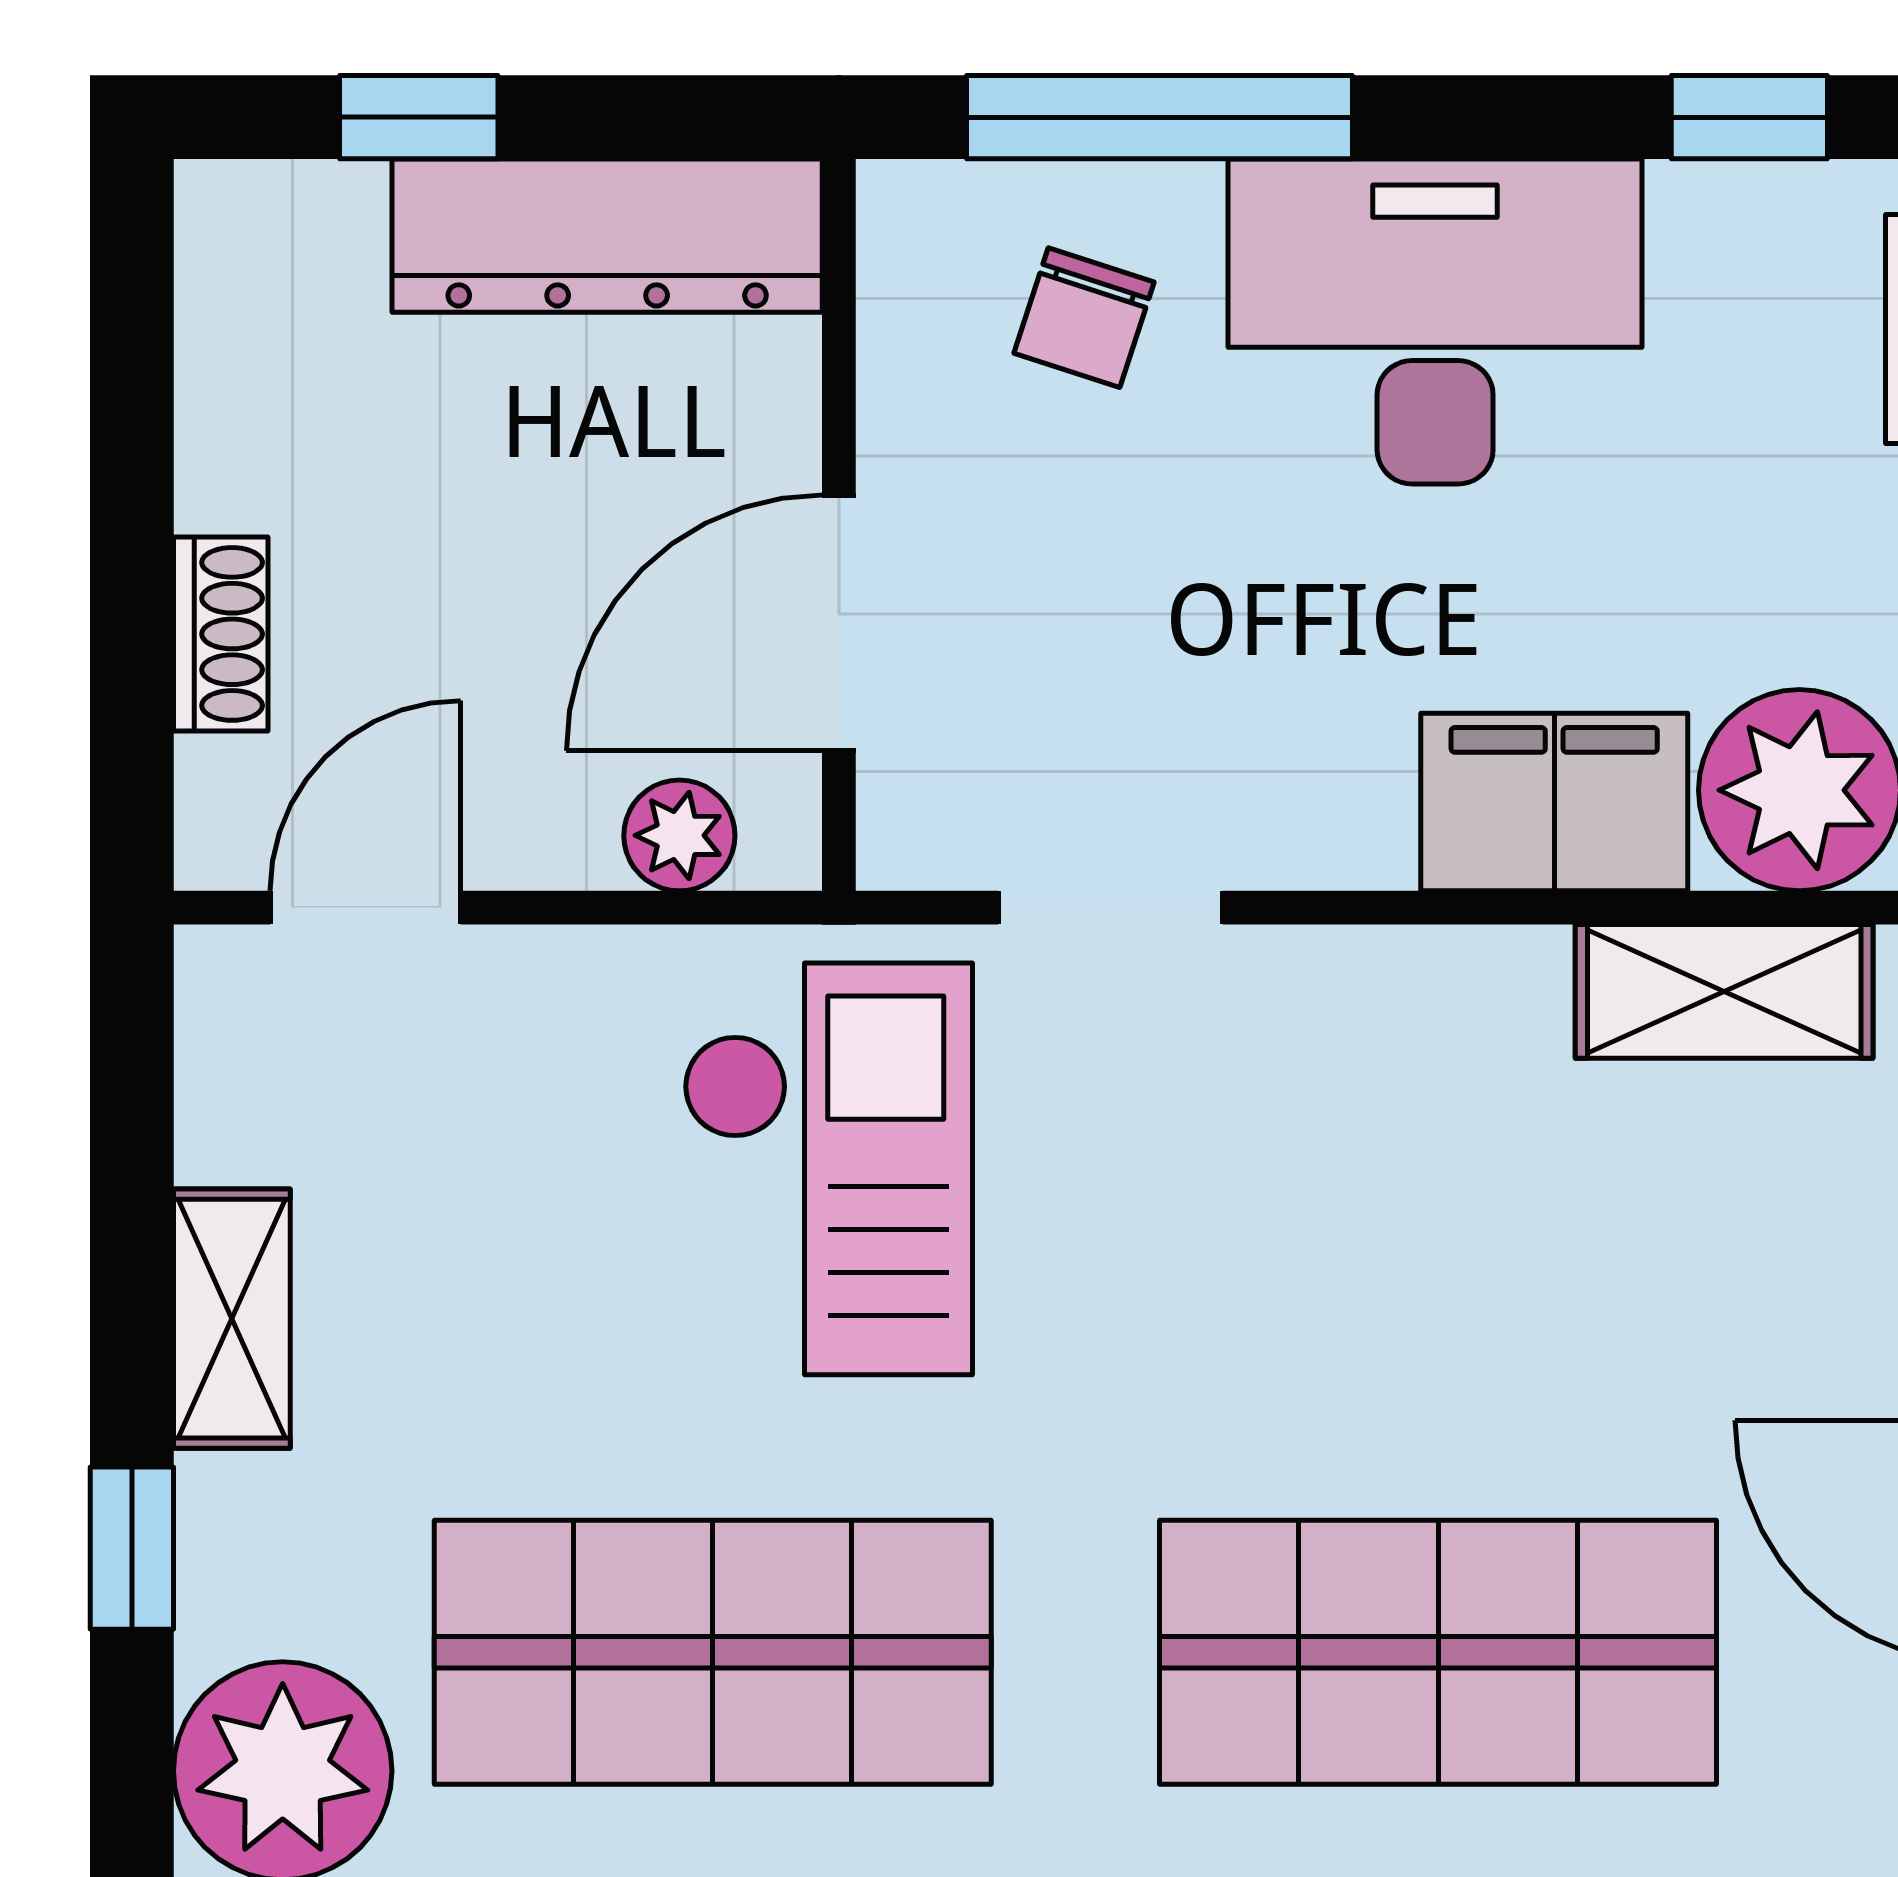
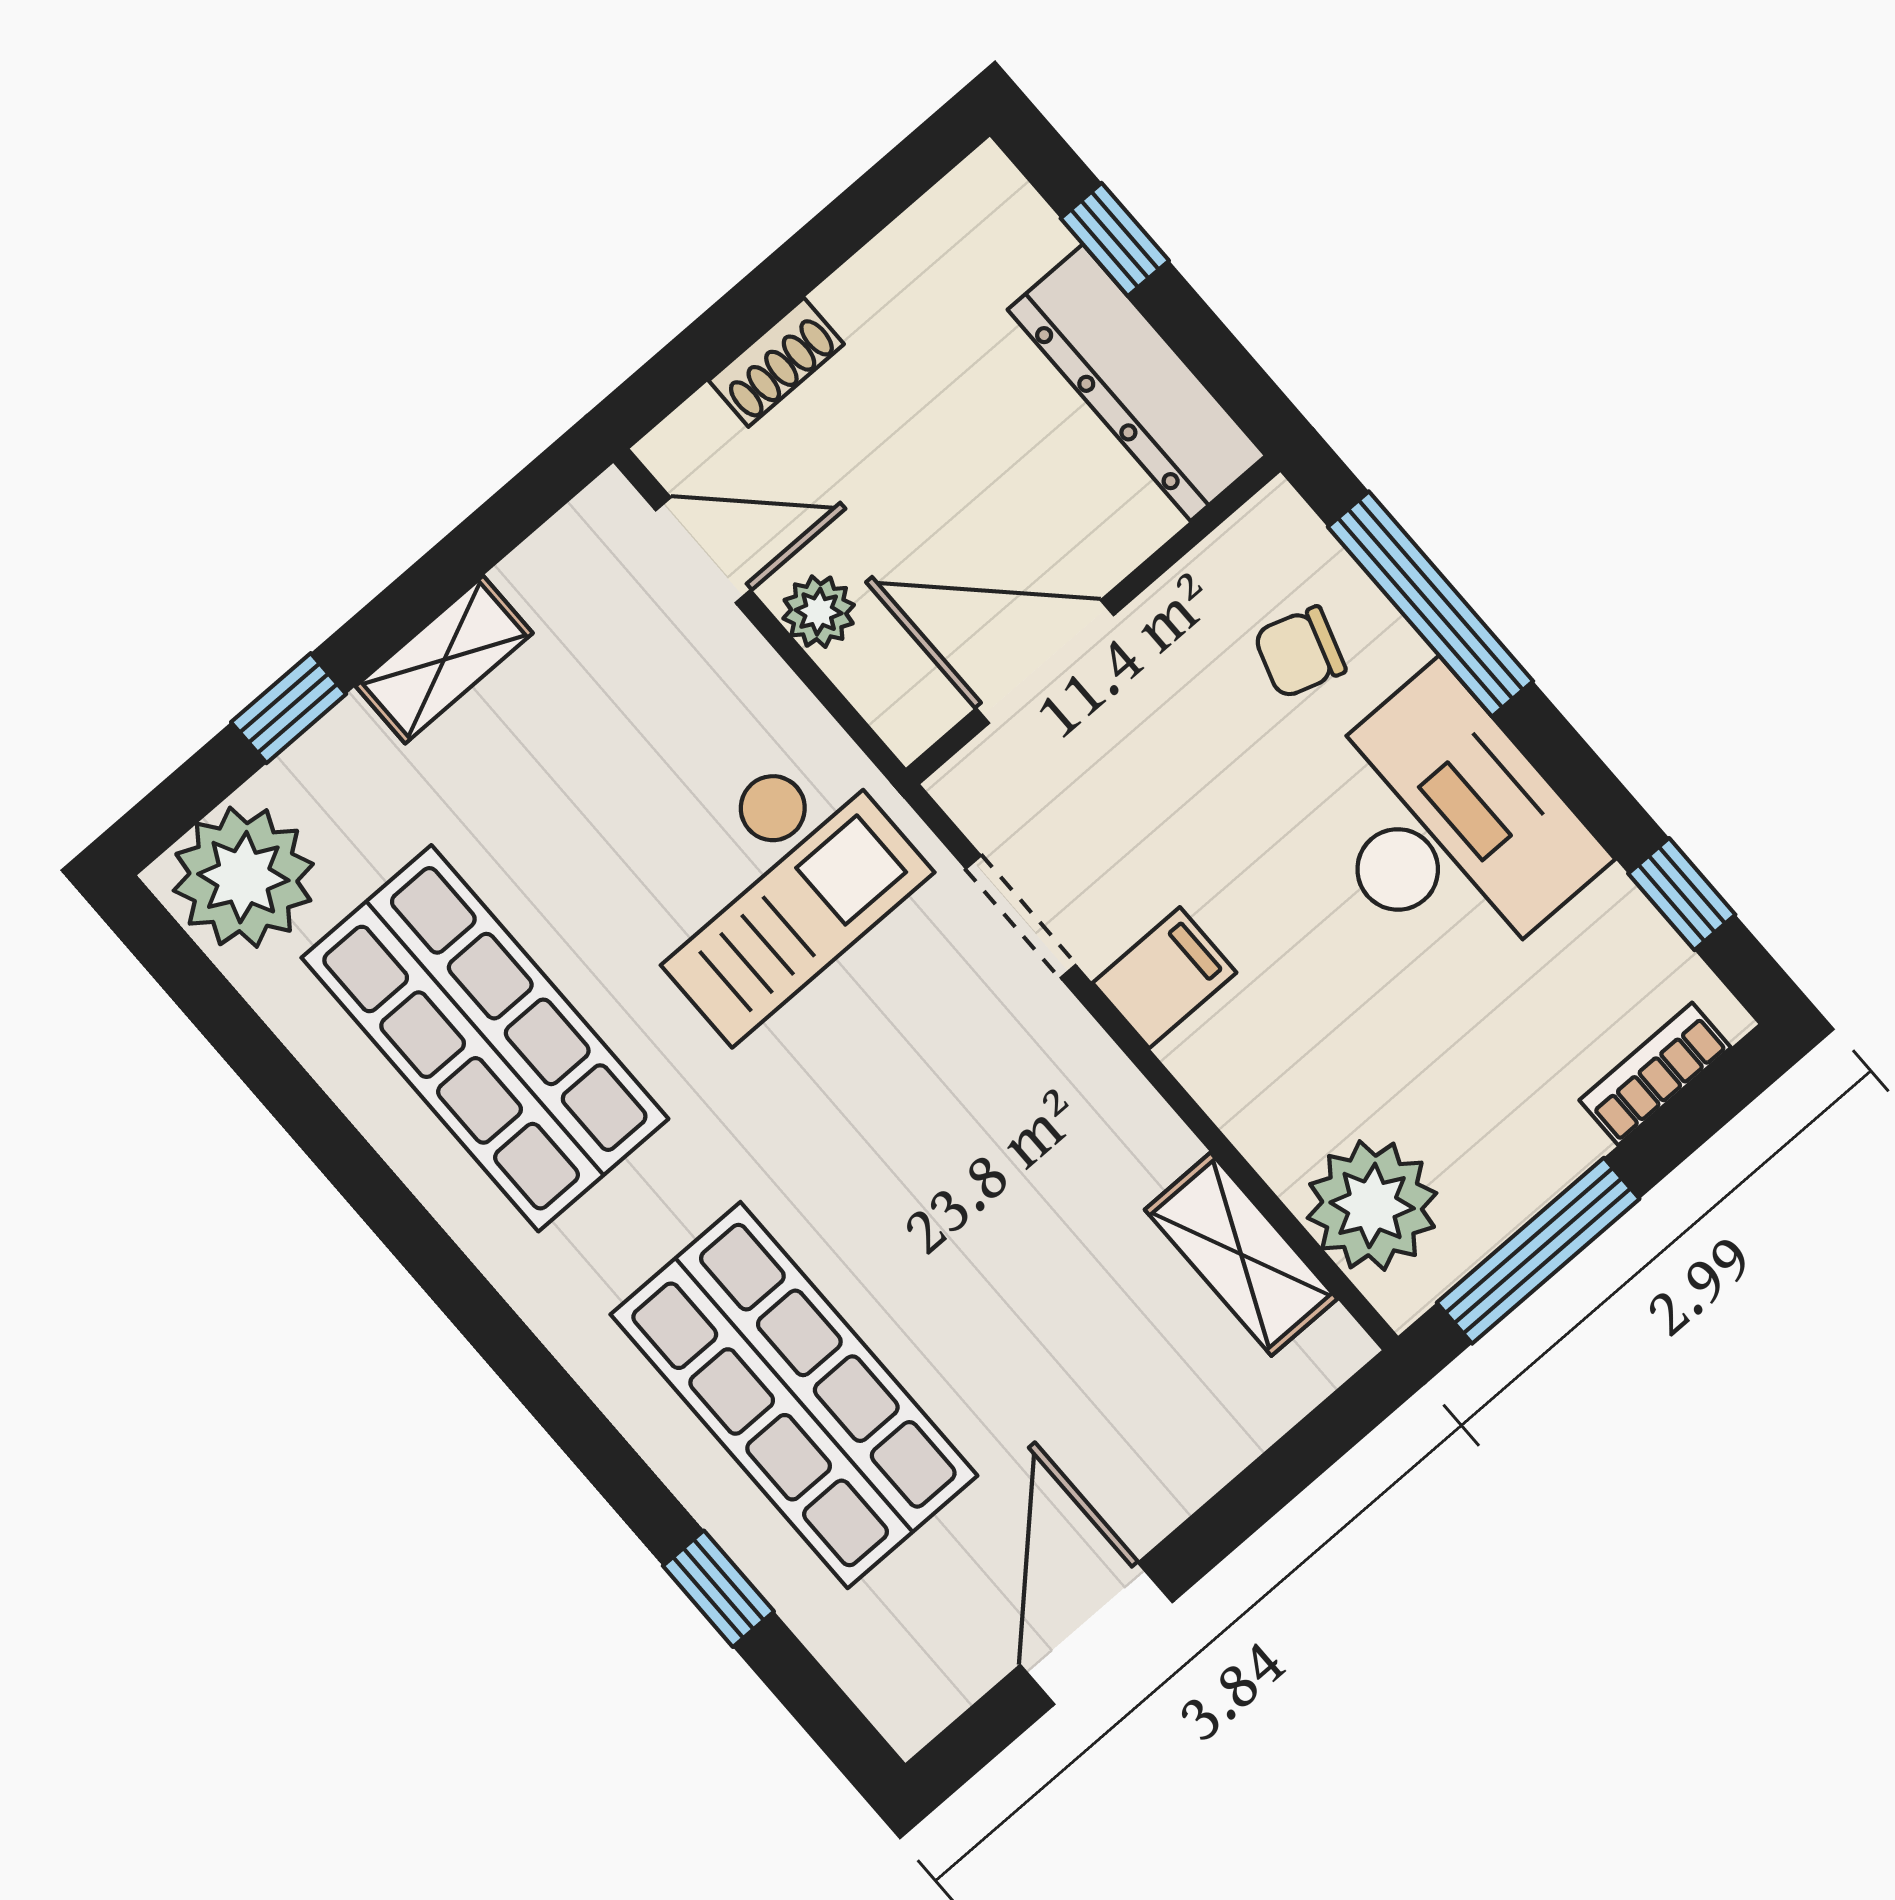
filing cabinet: (1554, 802) -> (1164, 978), moved, width x0.50
plant: (679, 835) -> (819, 612), moved

